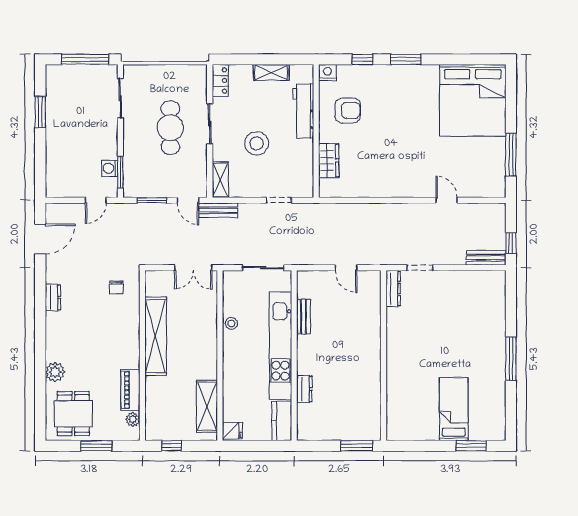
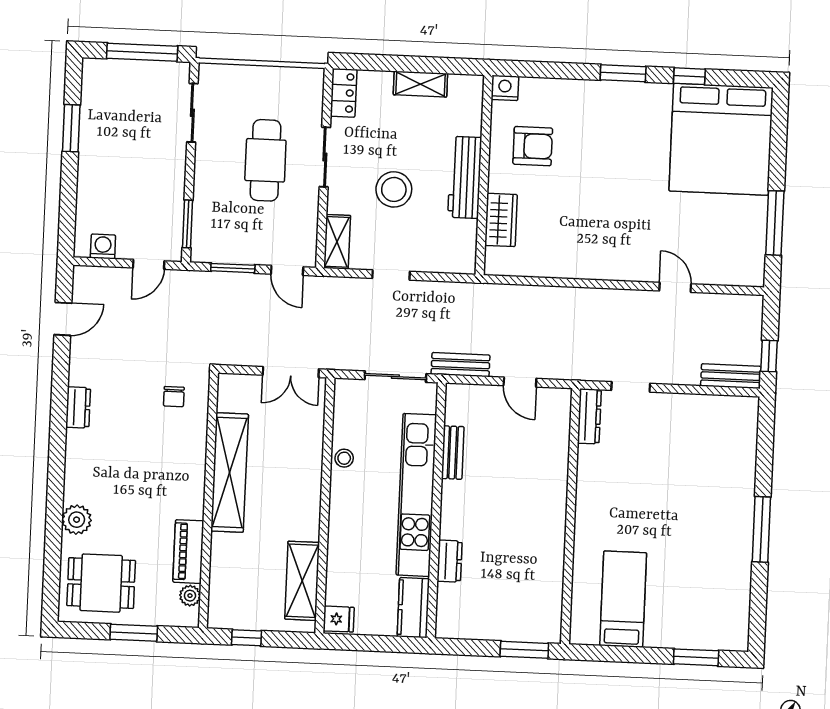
window: (362, 59) -> (689, 76), moved
workbench: (303, 111) -> (465, 177), moved
washing machine: (110, 168) -> (103, 246), moved, turned 90
doorway: (279, 200) -> (391, 275), moved
bench: (218, 210) -> (461, 365), moved
door: (40, 239) -> (63, 319), width x0.73
bed: (454, 409) -> (623, 599), moved
dining table: (73, 414) -> (101, 583), turned 90

